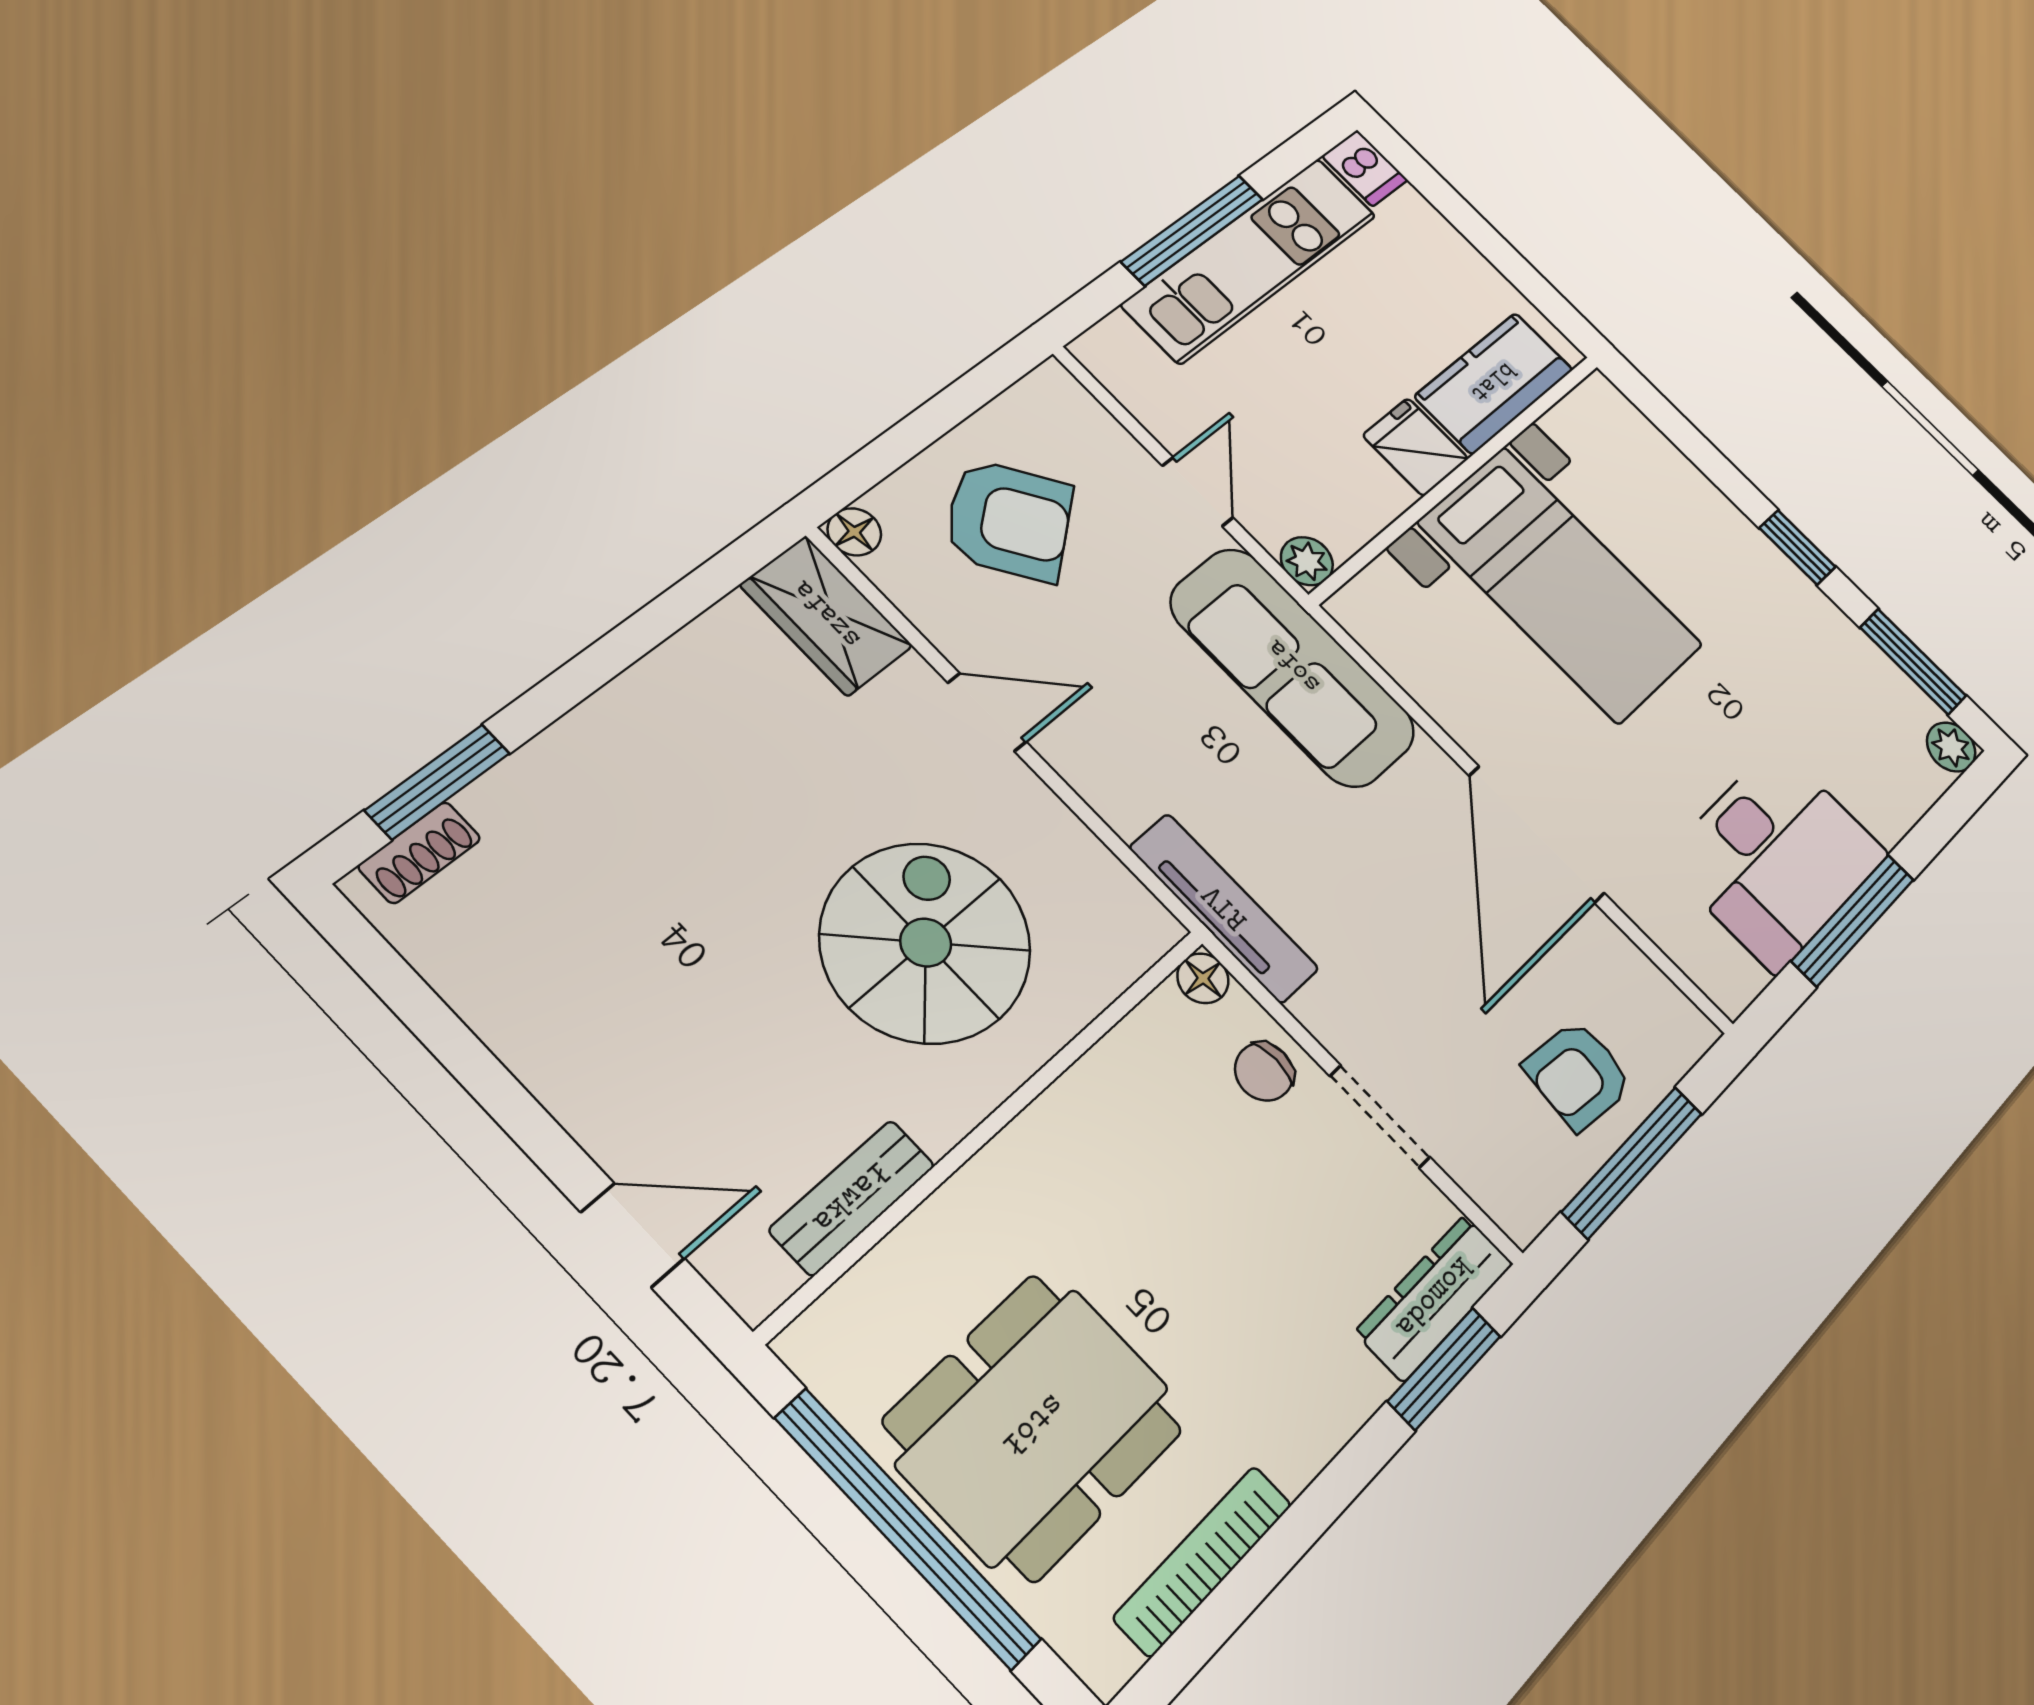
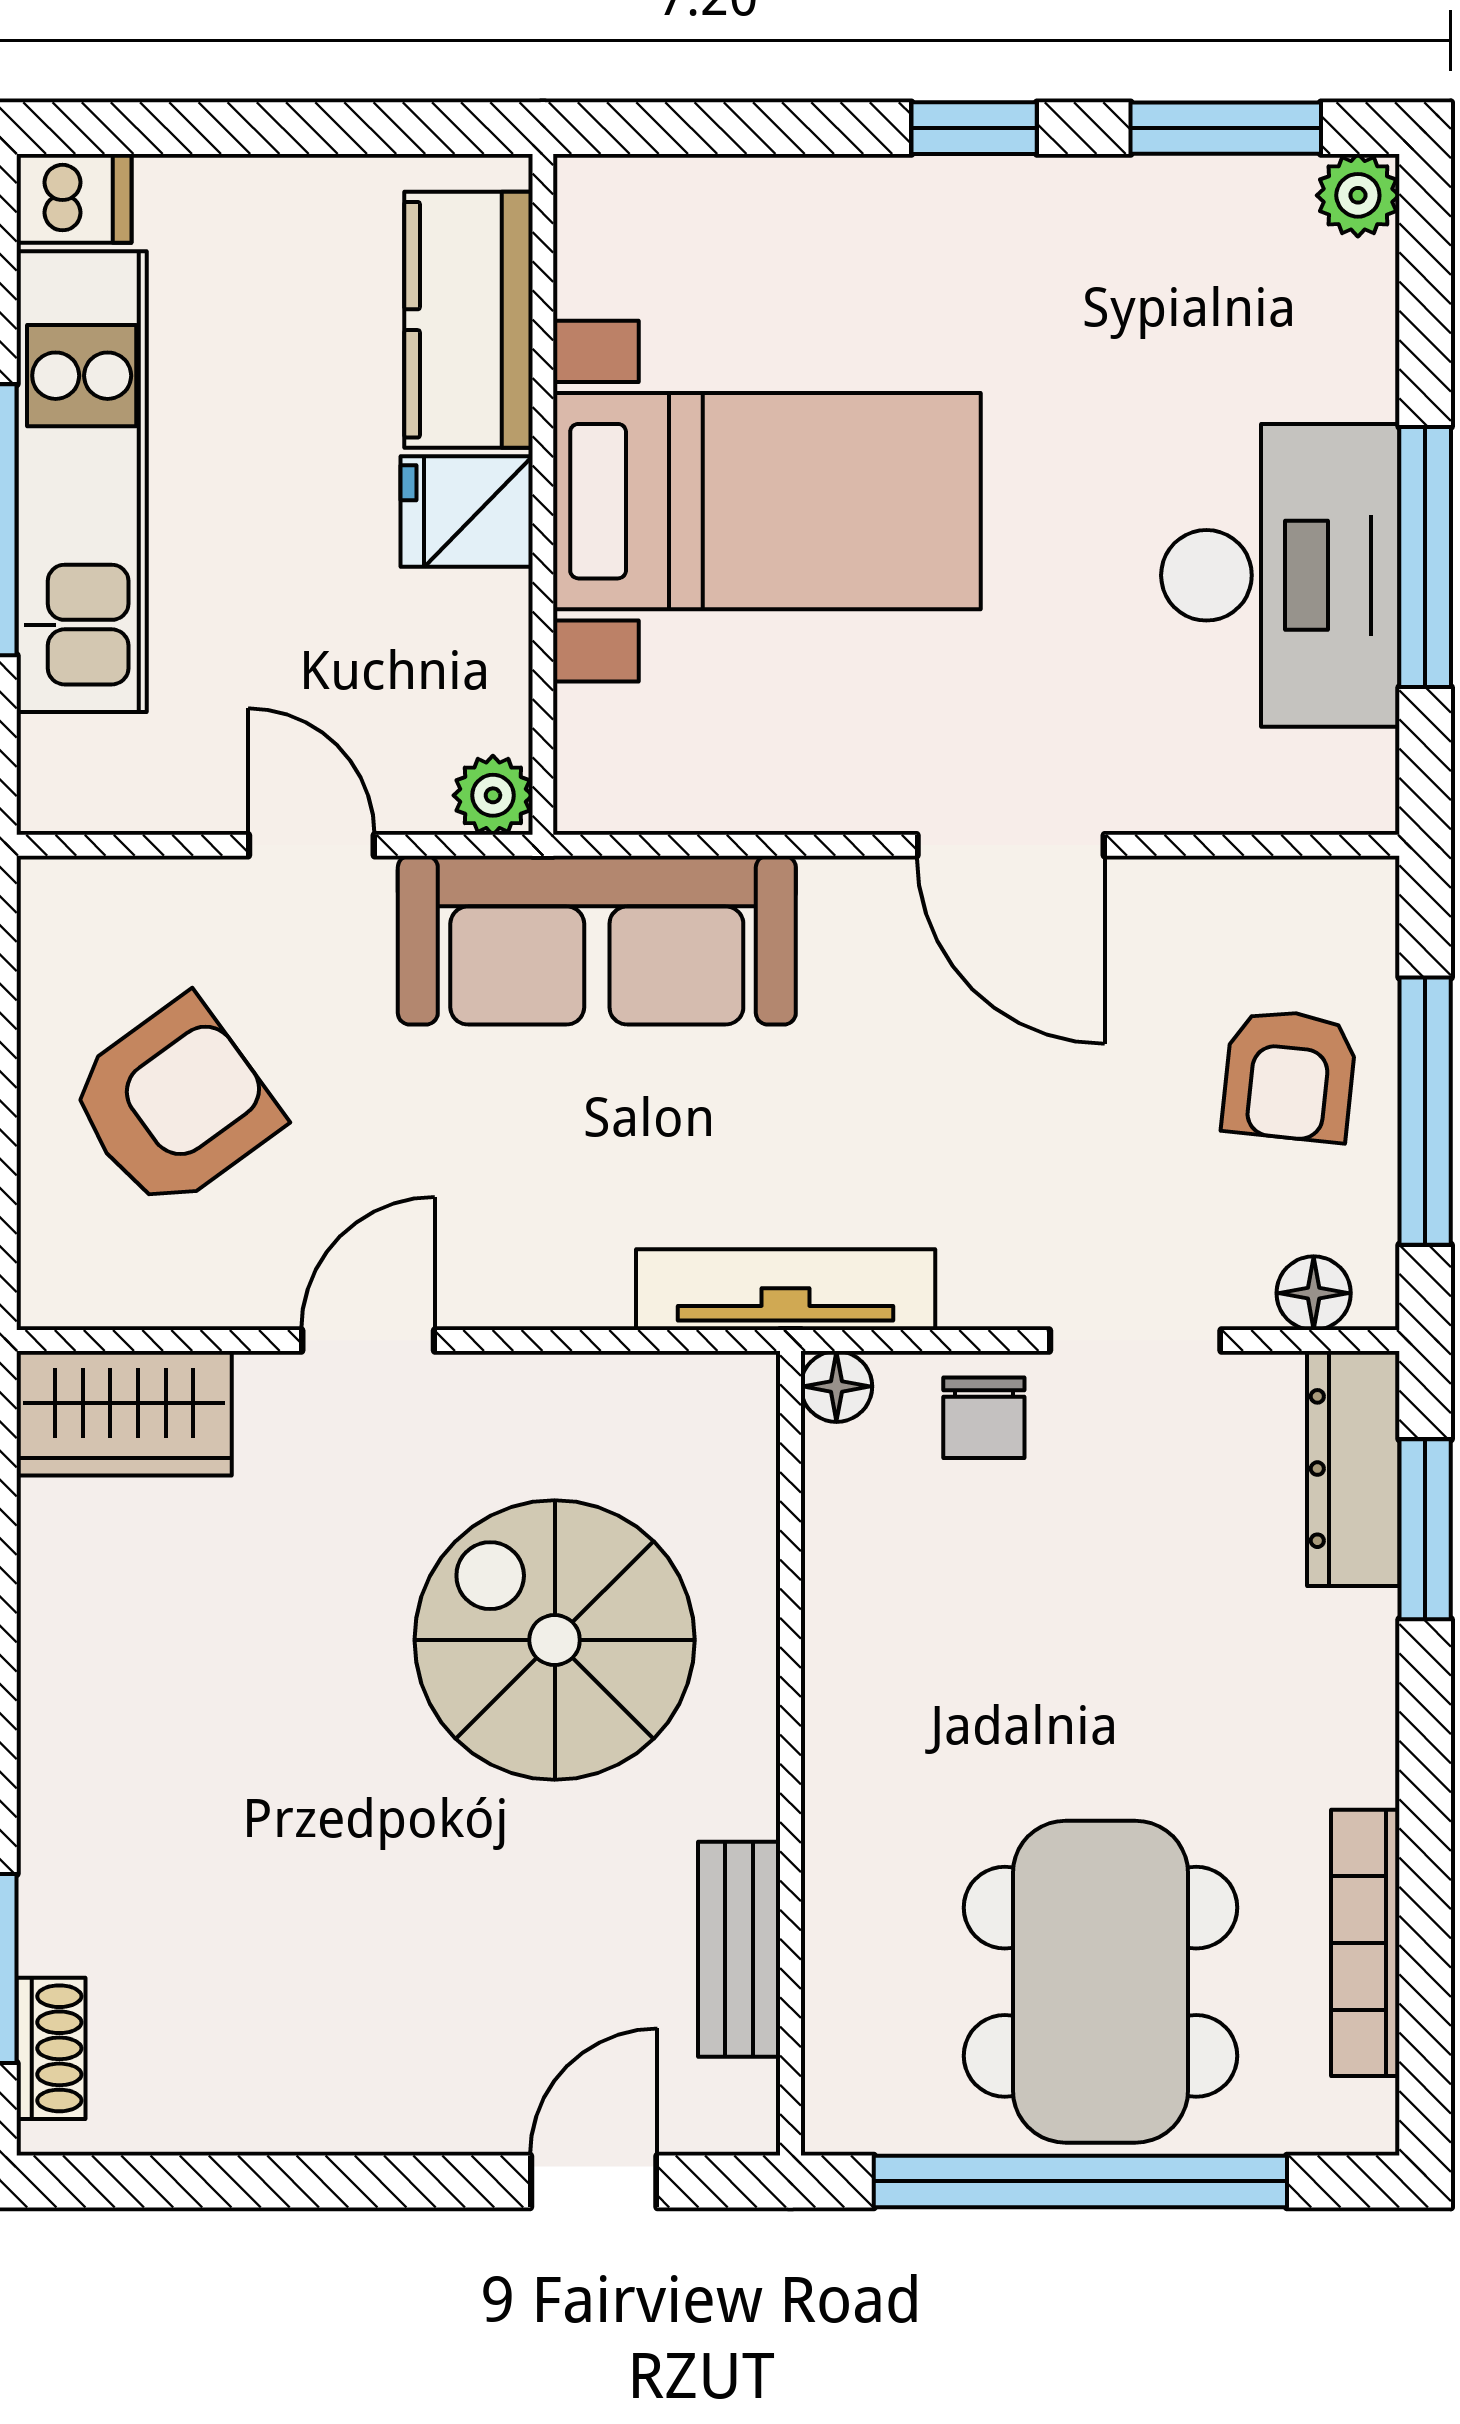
floor lamp: (854, 532) -> (1314, 1293), moved
door: (1537, 834) -> (1011, 845), width x0.73

